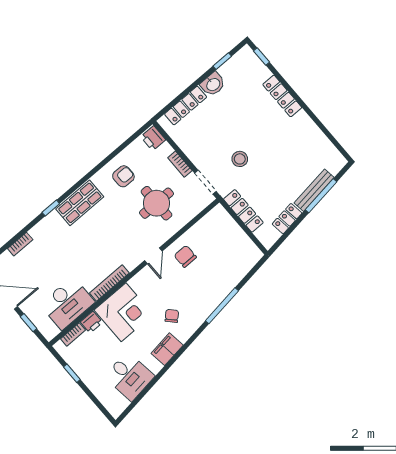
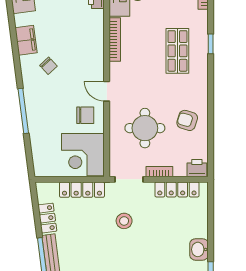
locker: (186, 106) -> (177, 189), moved, turned -90
armchair: (123, 176) -> (187, 120), turned 107
shop shelf: (80, 203) -> (177, 51), moved
corner desk: (124, 312) -> (83, 155), moved

